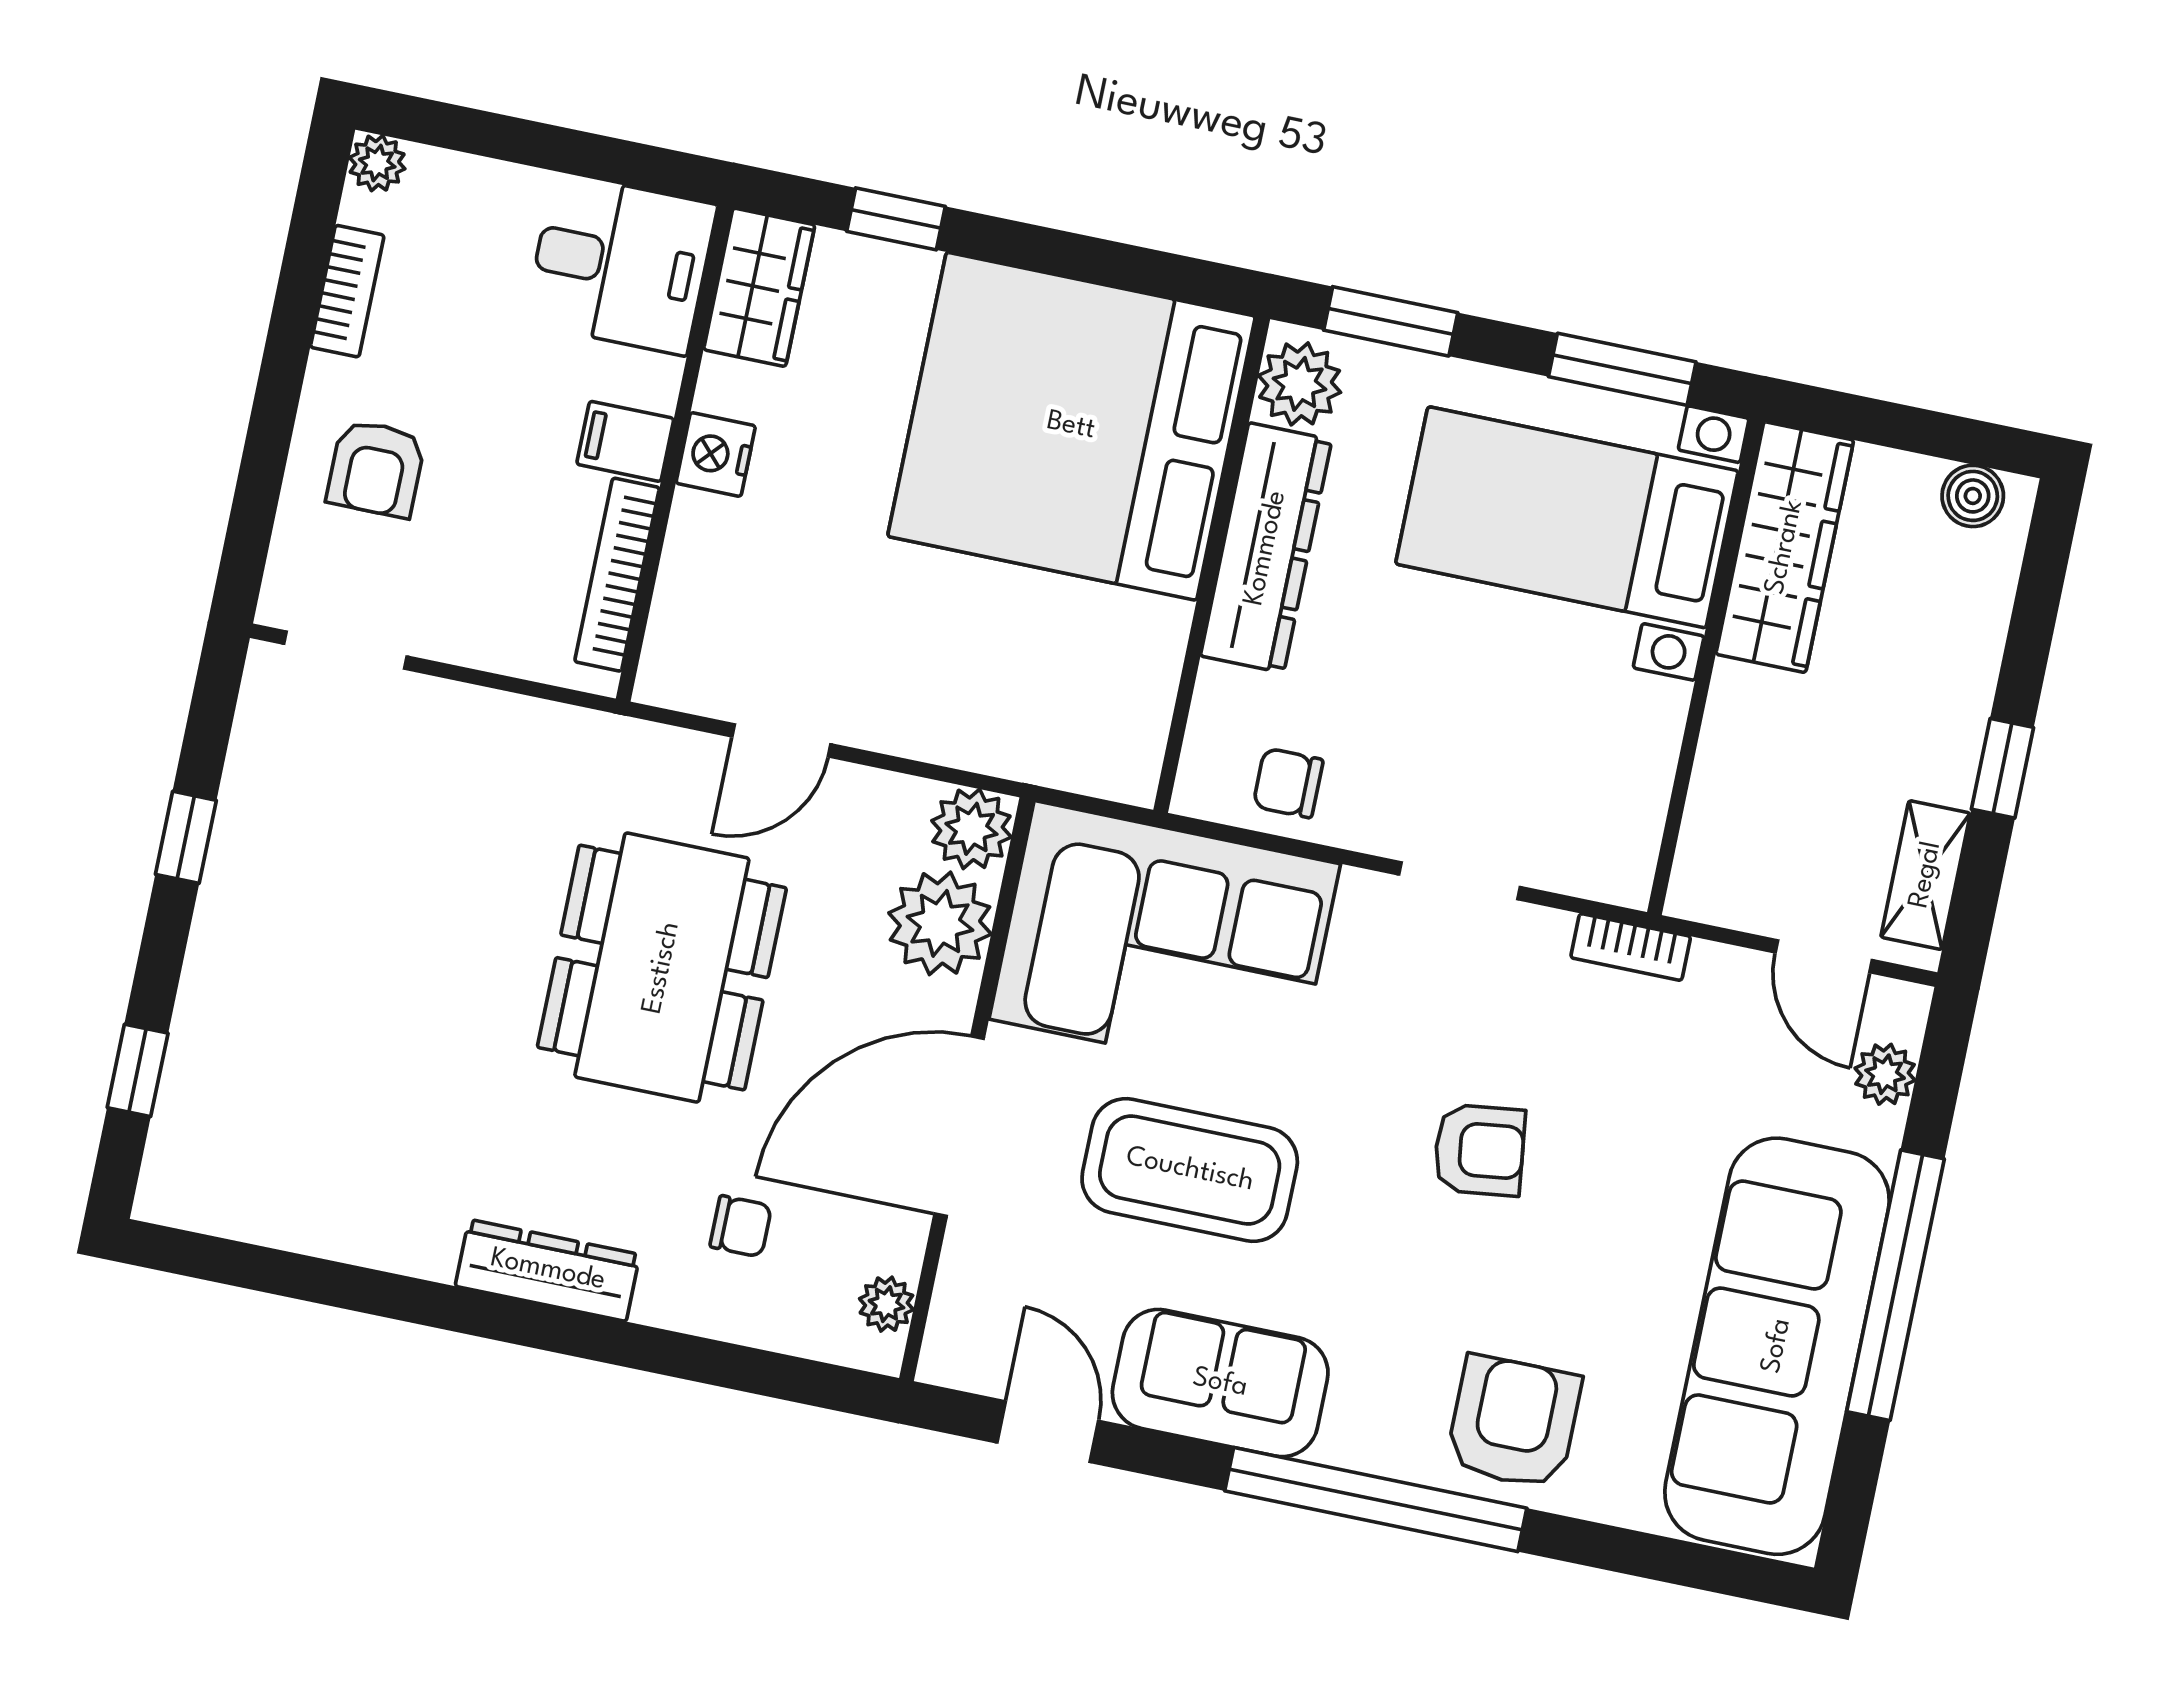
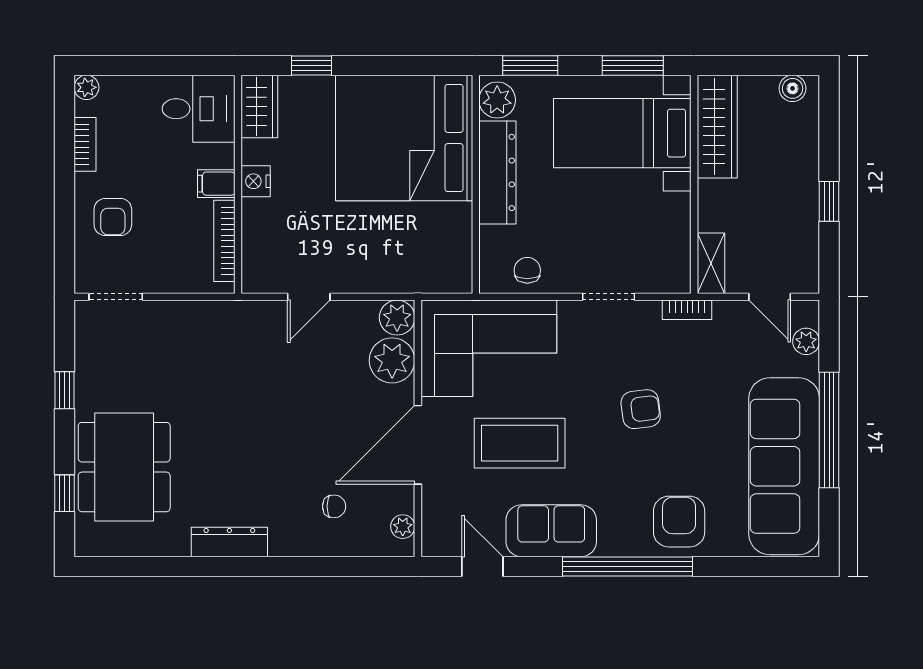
chair: (1288, 783) -> (527, 270), turned 90
shelving: (1926, 875) -> (711, 263), moved
dining table: (662, 968) -> (124, 467), moved
dresser: (548, 1270) -> (229, 542), moved

